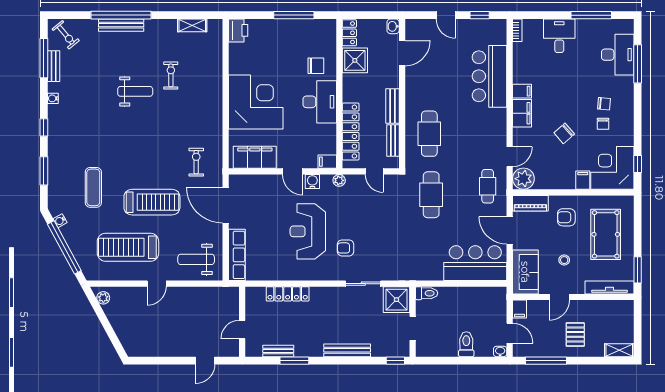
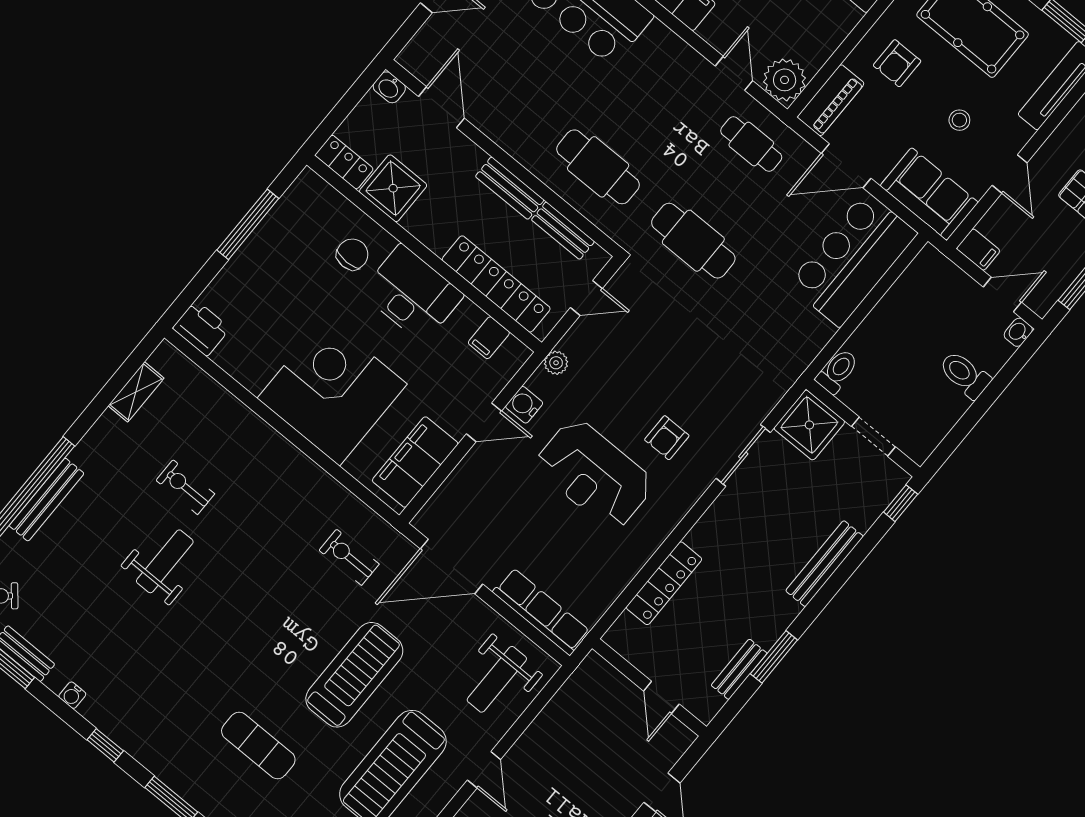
filing cabinet: (327, 162) -> (489, 338), moved

